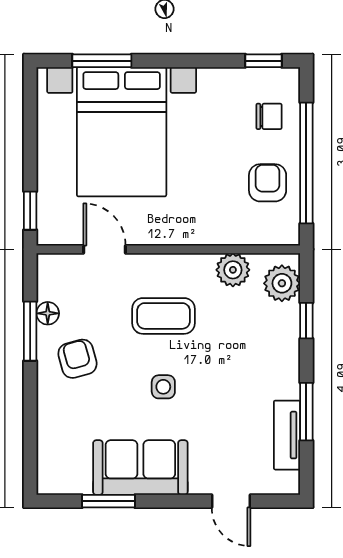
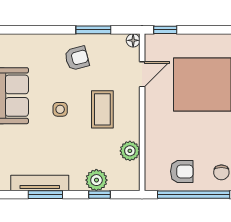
plant: (282, 283) -> (96, 180), moved
floor lamp: (48, 313) -> (133, 40), moved
tv unit: (287, 435) -> (40, 183), width x1.41

